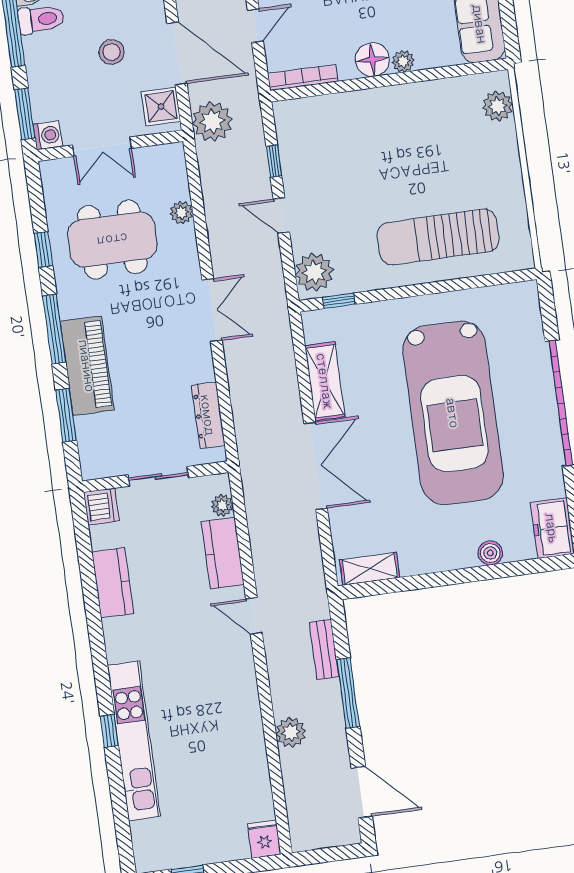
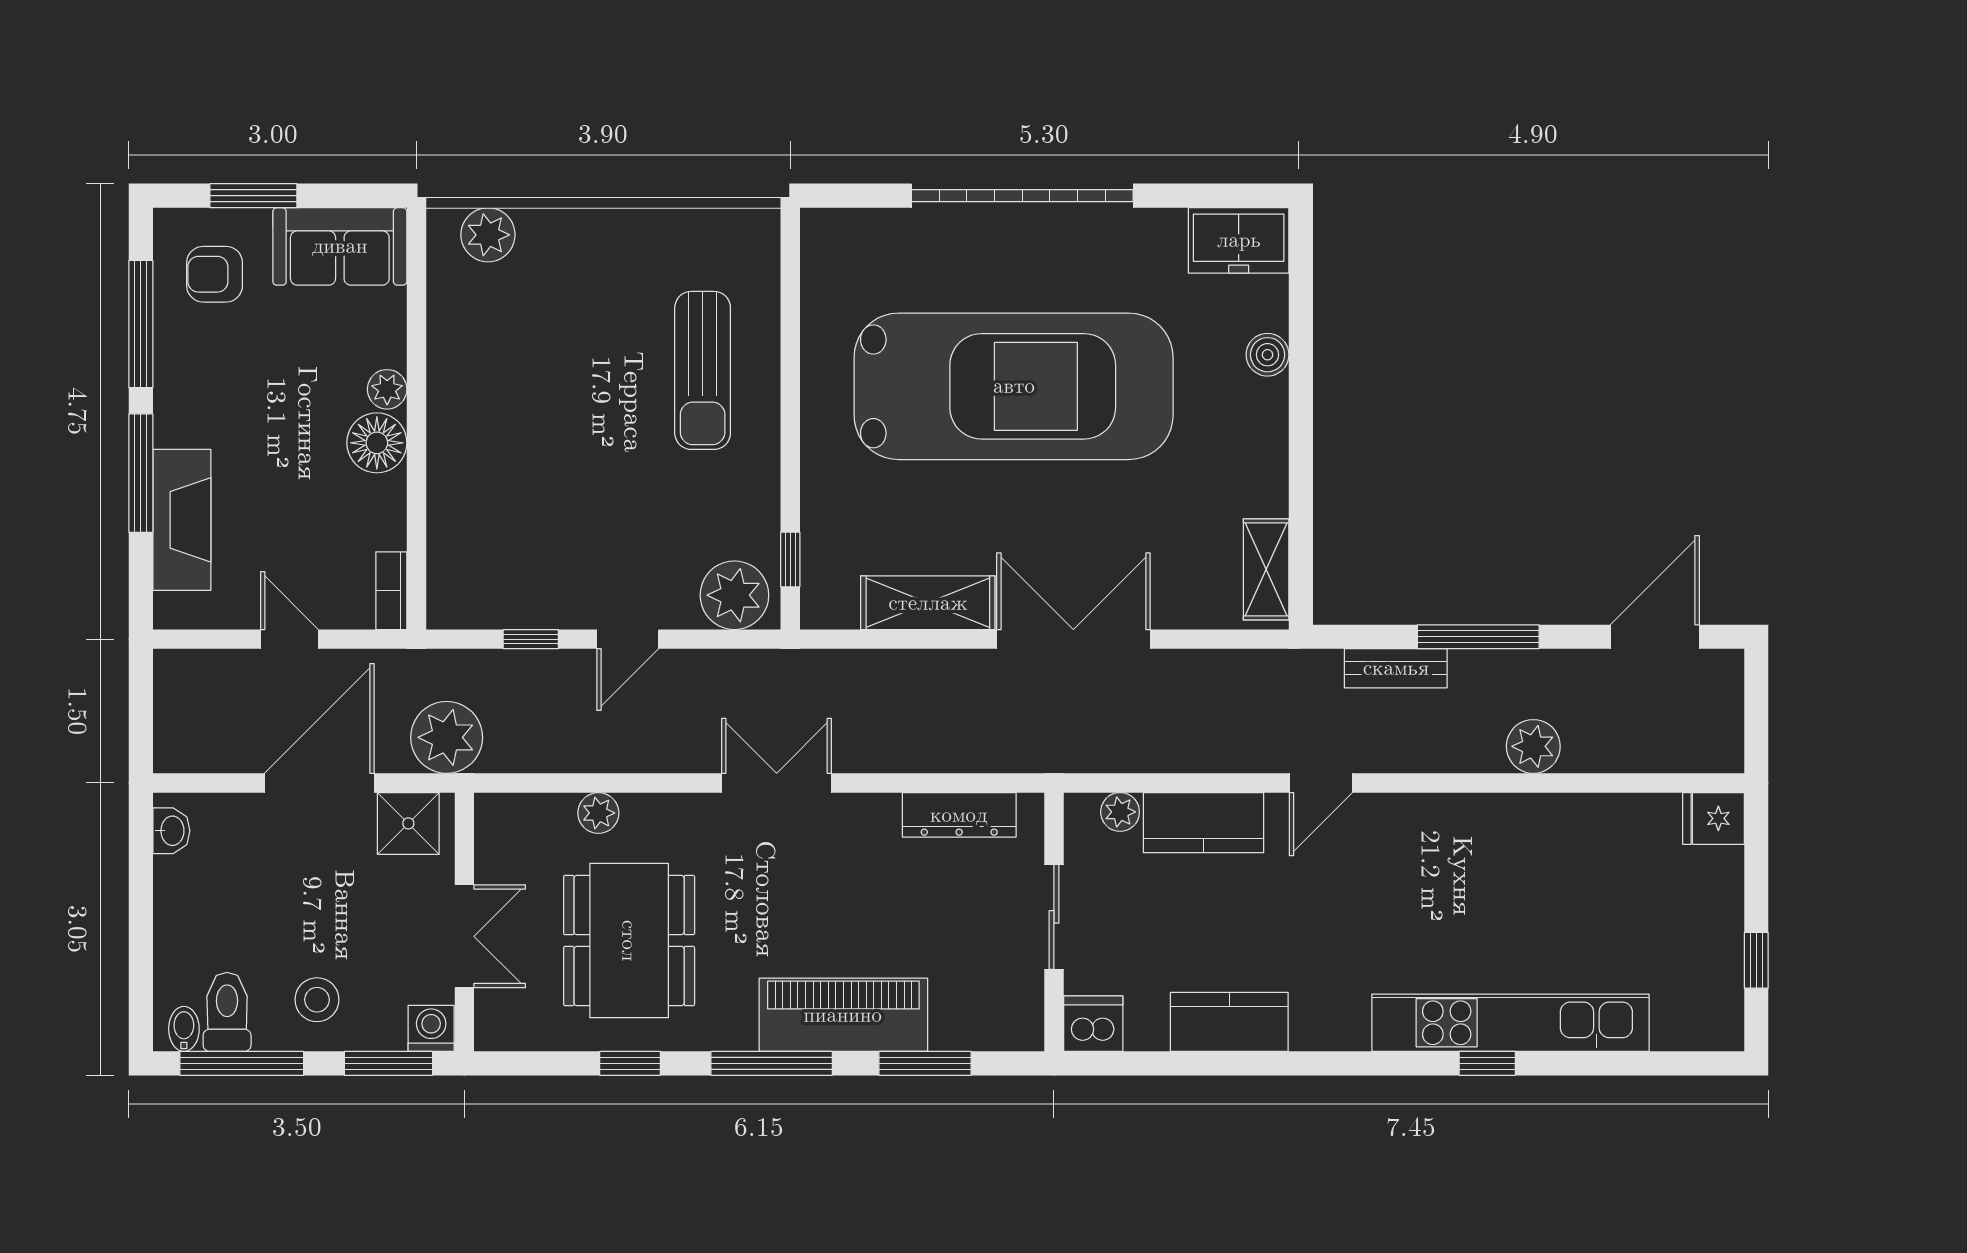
stool: (112, 52) -> (317, 1000), moved
bookcase: (303, 77) -> (391, 591), width x0.64
sun lounger: (438, 237) -> (703, 370), width x0.73, depth x0.75

